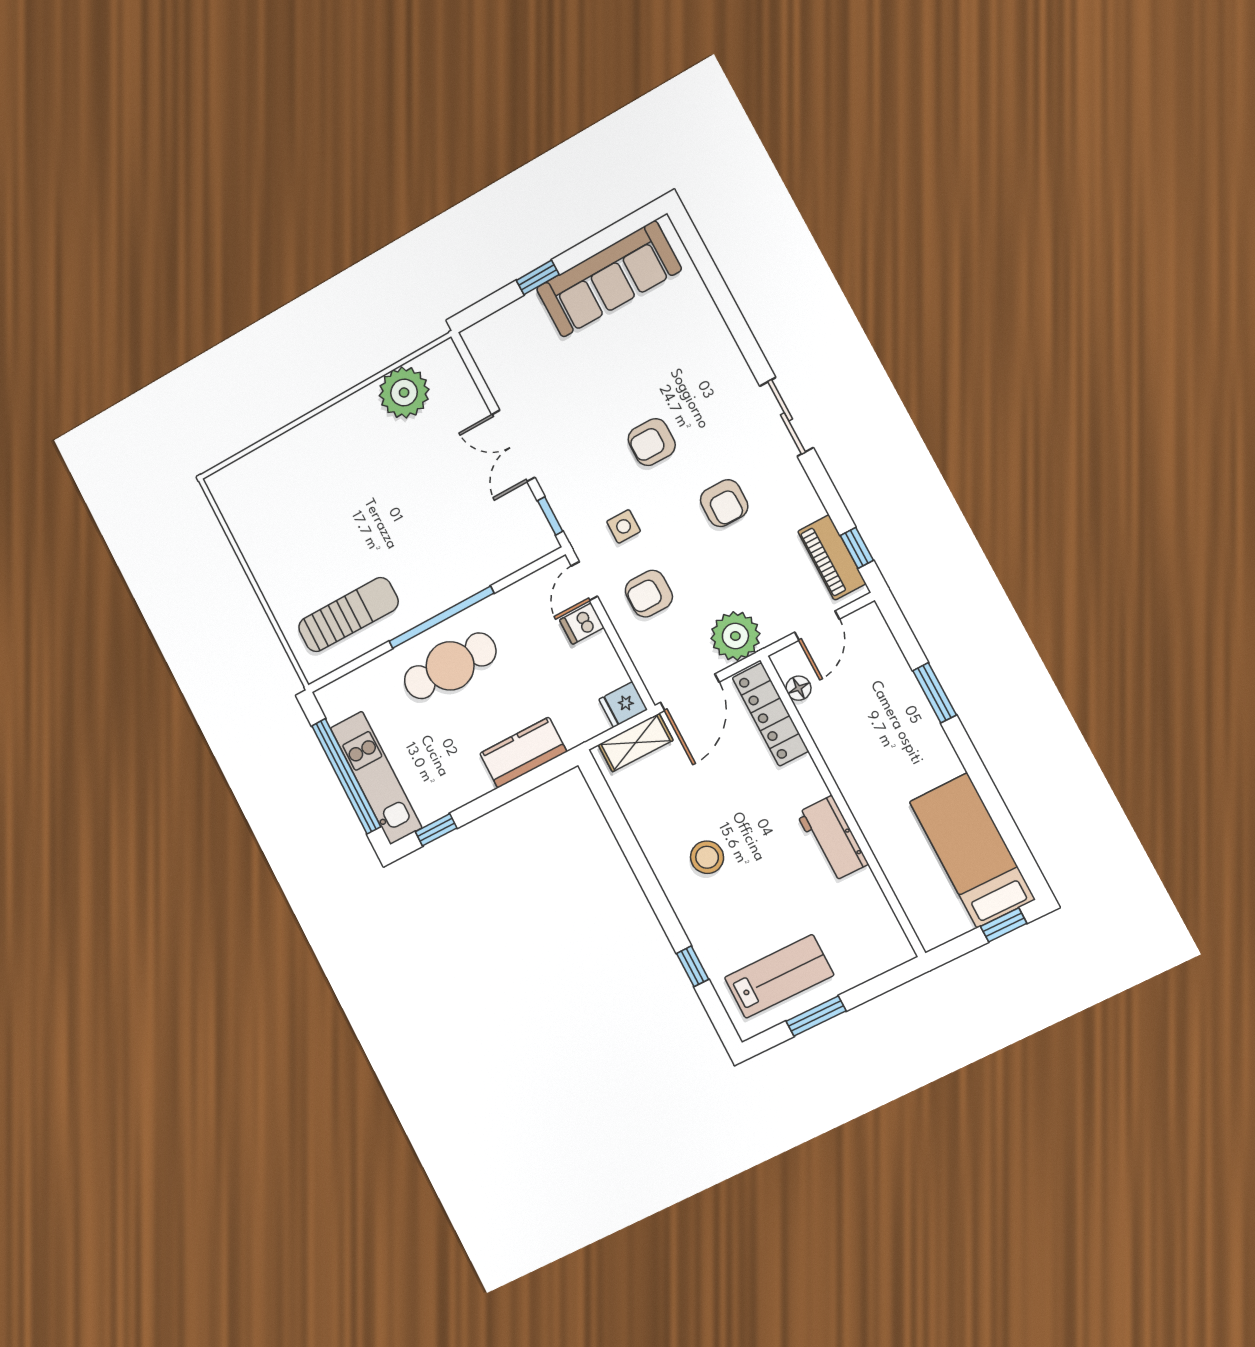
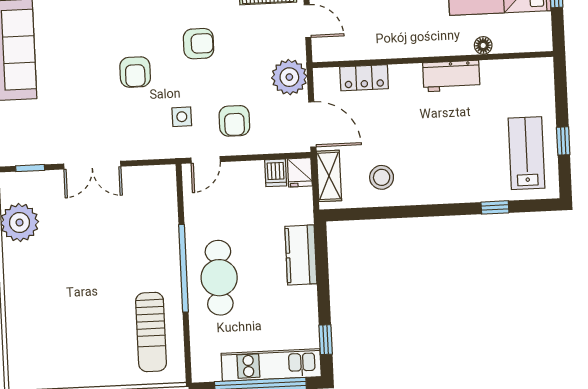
window: (550, 516) -> (30, 168), moved
door: (584, 581) -> (206, 160), hinge flipped
sun lounger: (348, 615) -> (151, 332), turned 180
dishwasher: (582, 624) -> (276, 173), moved
floor lamp: (799, 688) -> (483, 45), moved
locker: (770, 714) -> (364, 78), width x0.66
stool: (707, 857) -> (382, 177), moved
window: (816, 1016) -> (563, 141), width x0.67

